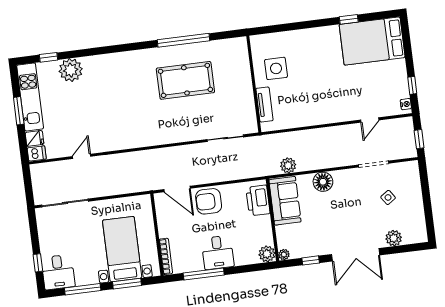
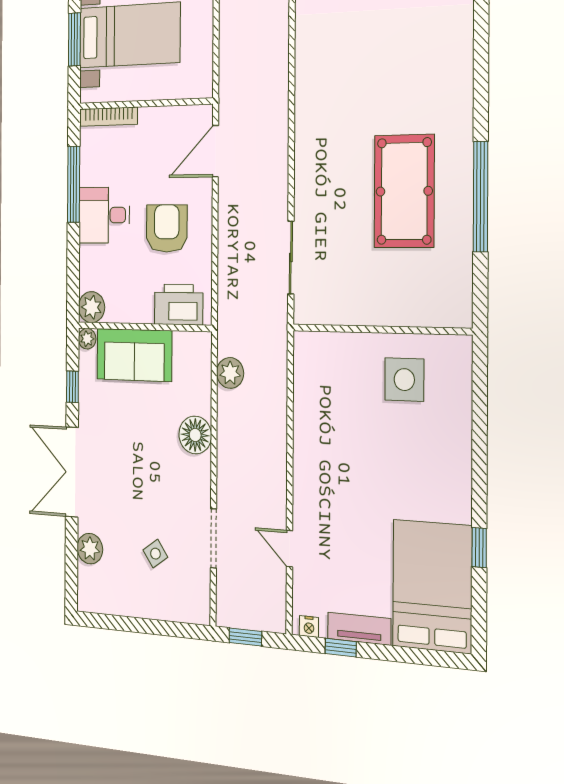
tv unit: (264, 105) -> (359, 629), moved, turned 180
armchair: (209, 201) -> (167, 228), moved
sofa: (285, 201) -> (134, 355), moved

